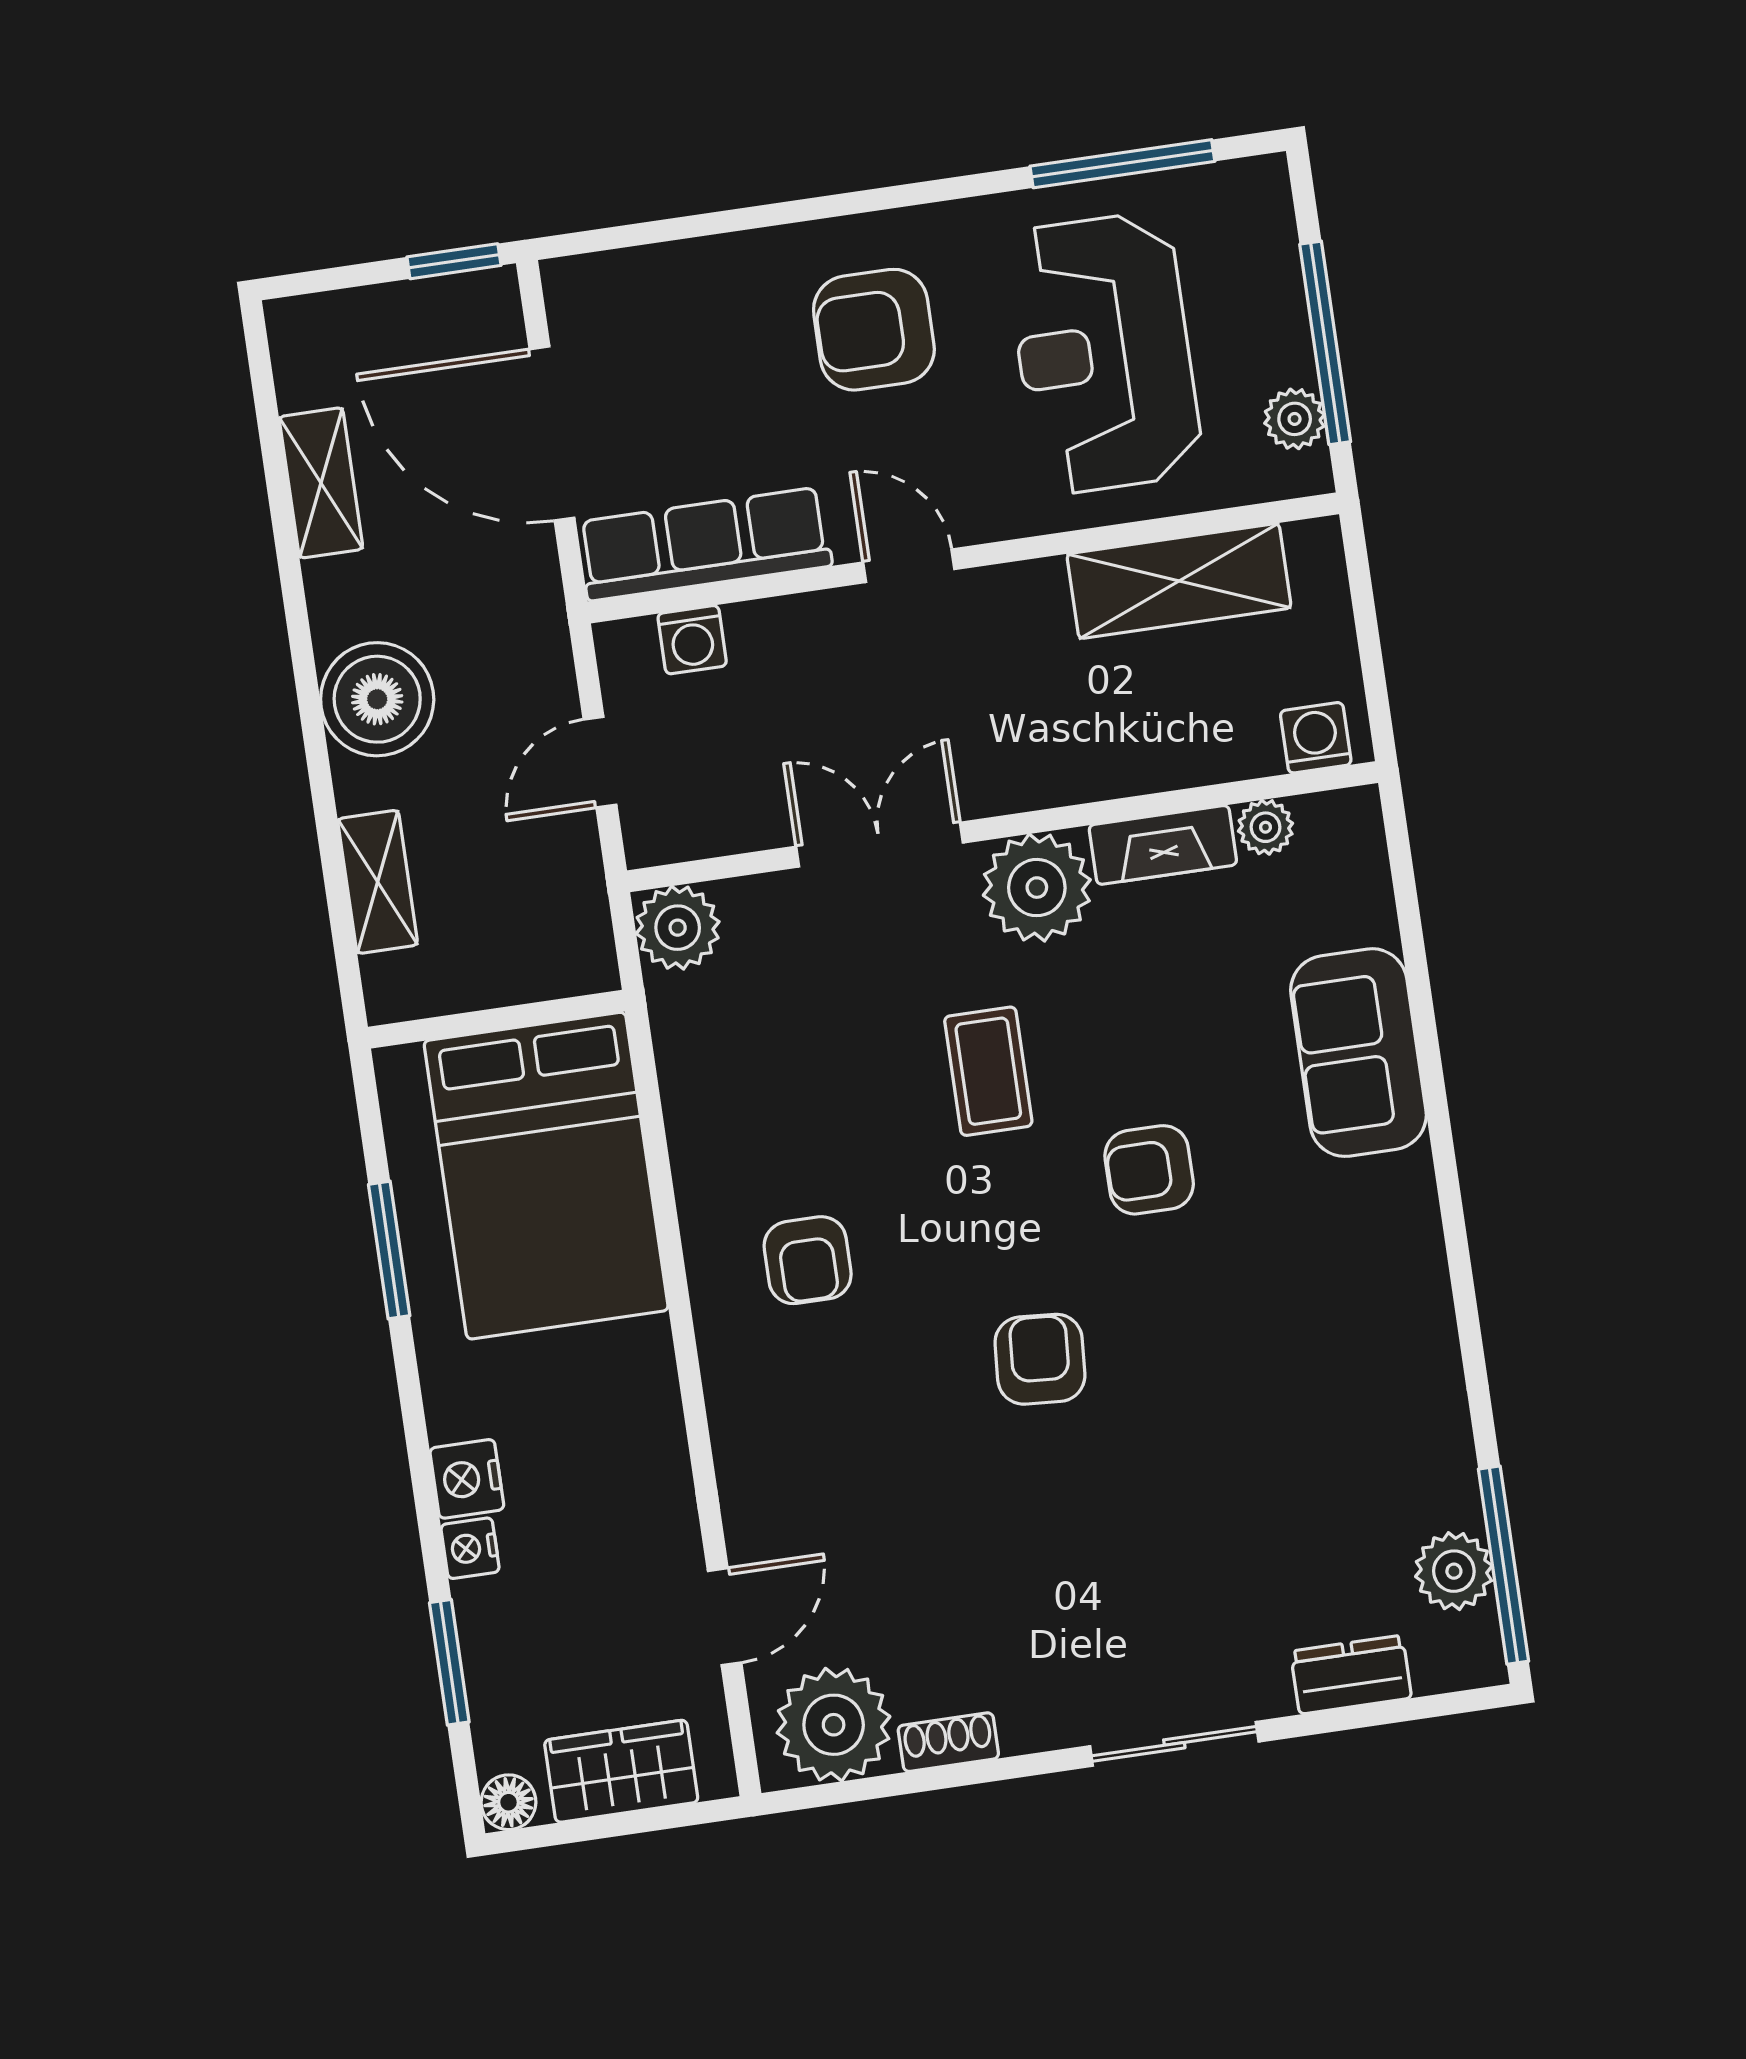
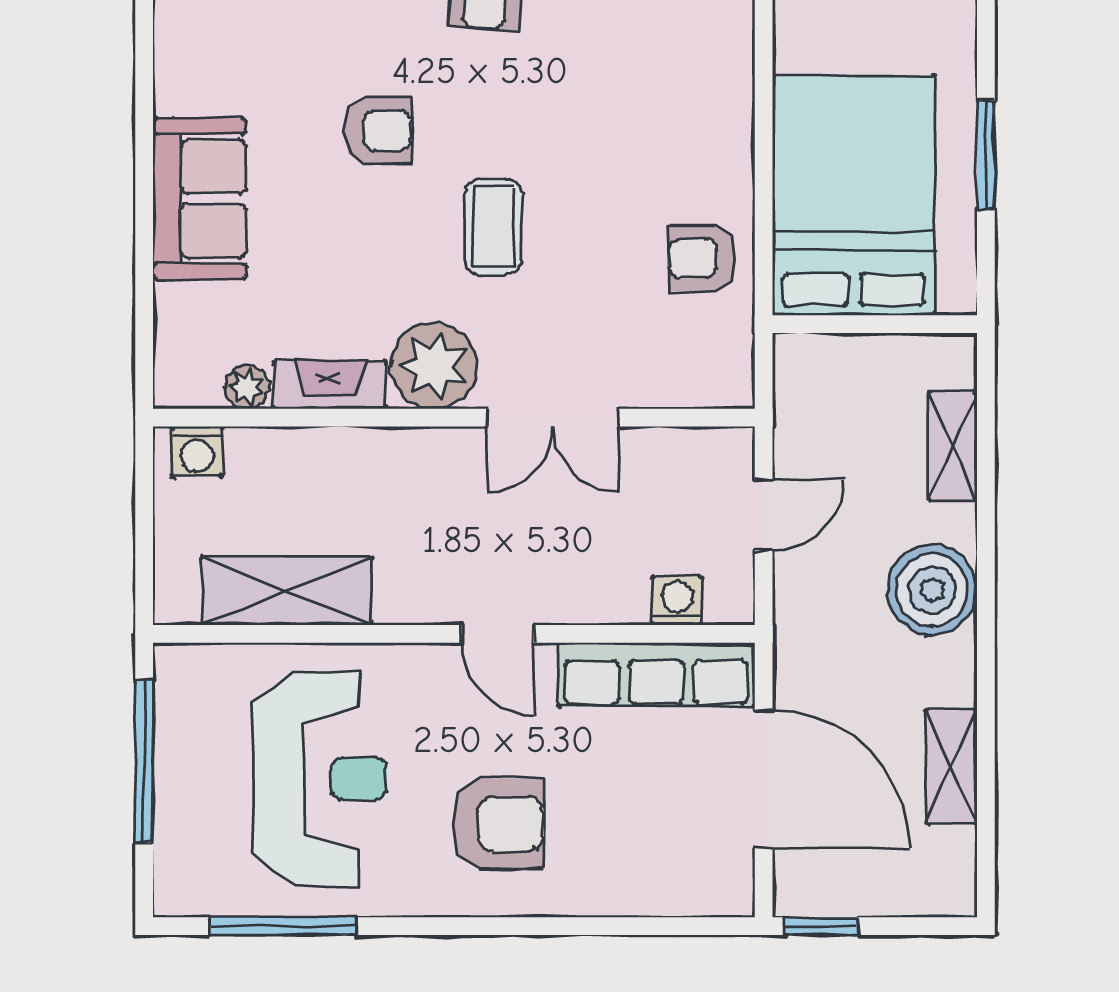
plant: (1295, 419) -> (177, 705), removed
plant: (678, 928) -> (721, 375), removed
armchair: (808, 1260) -> (702, 258), moved, turned -90

